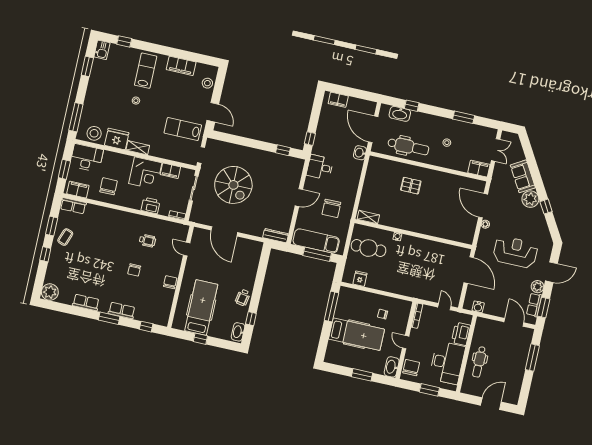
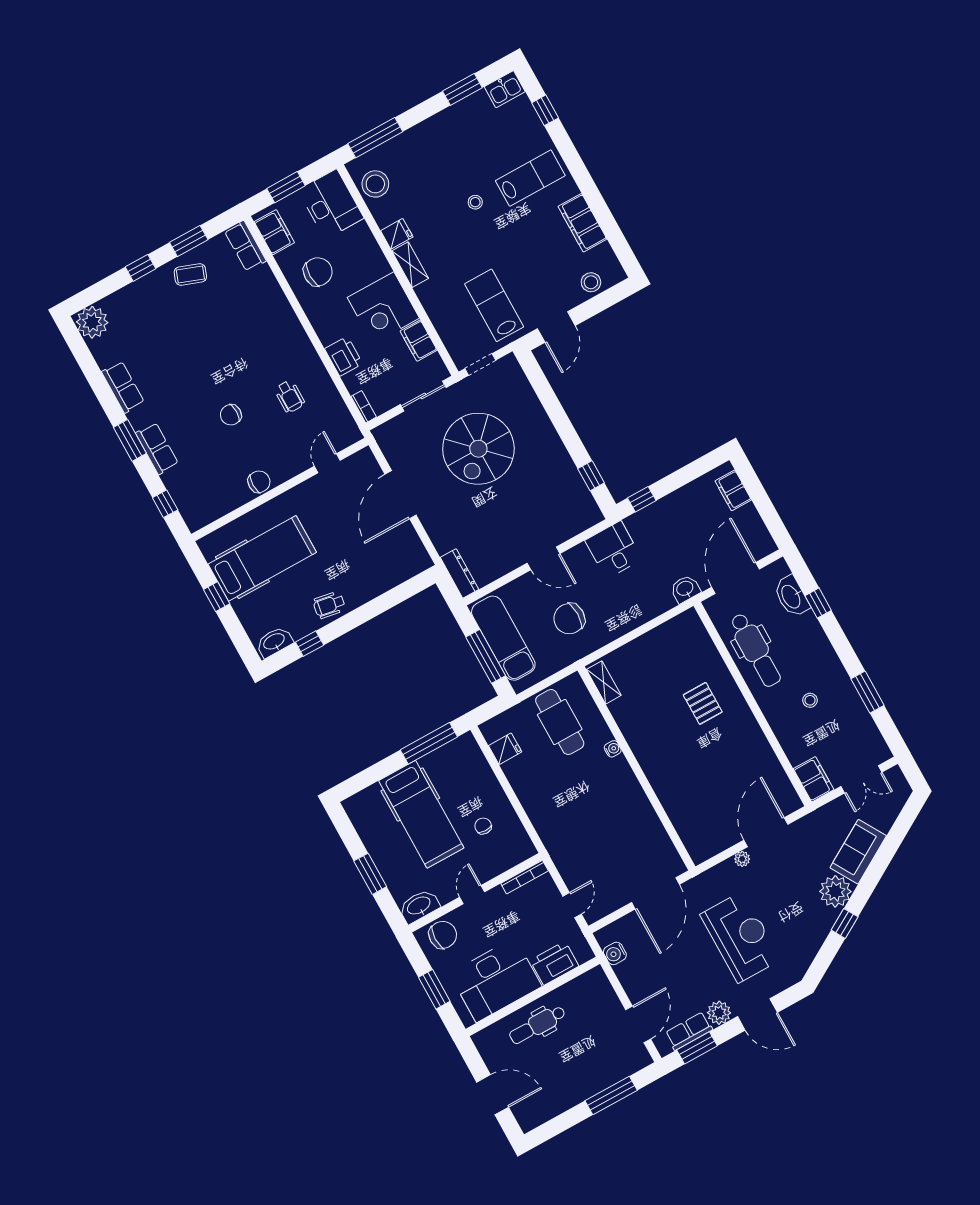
fridge: (117, 139) -> (397, 234), width x0.53, depth x0.75

